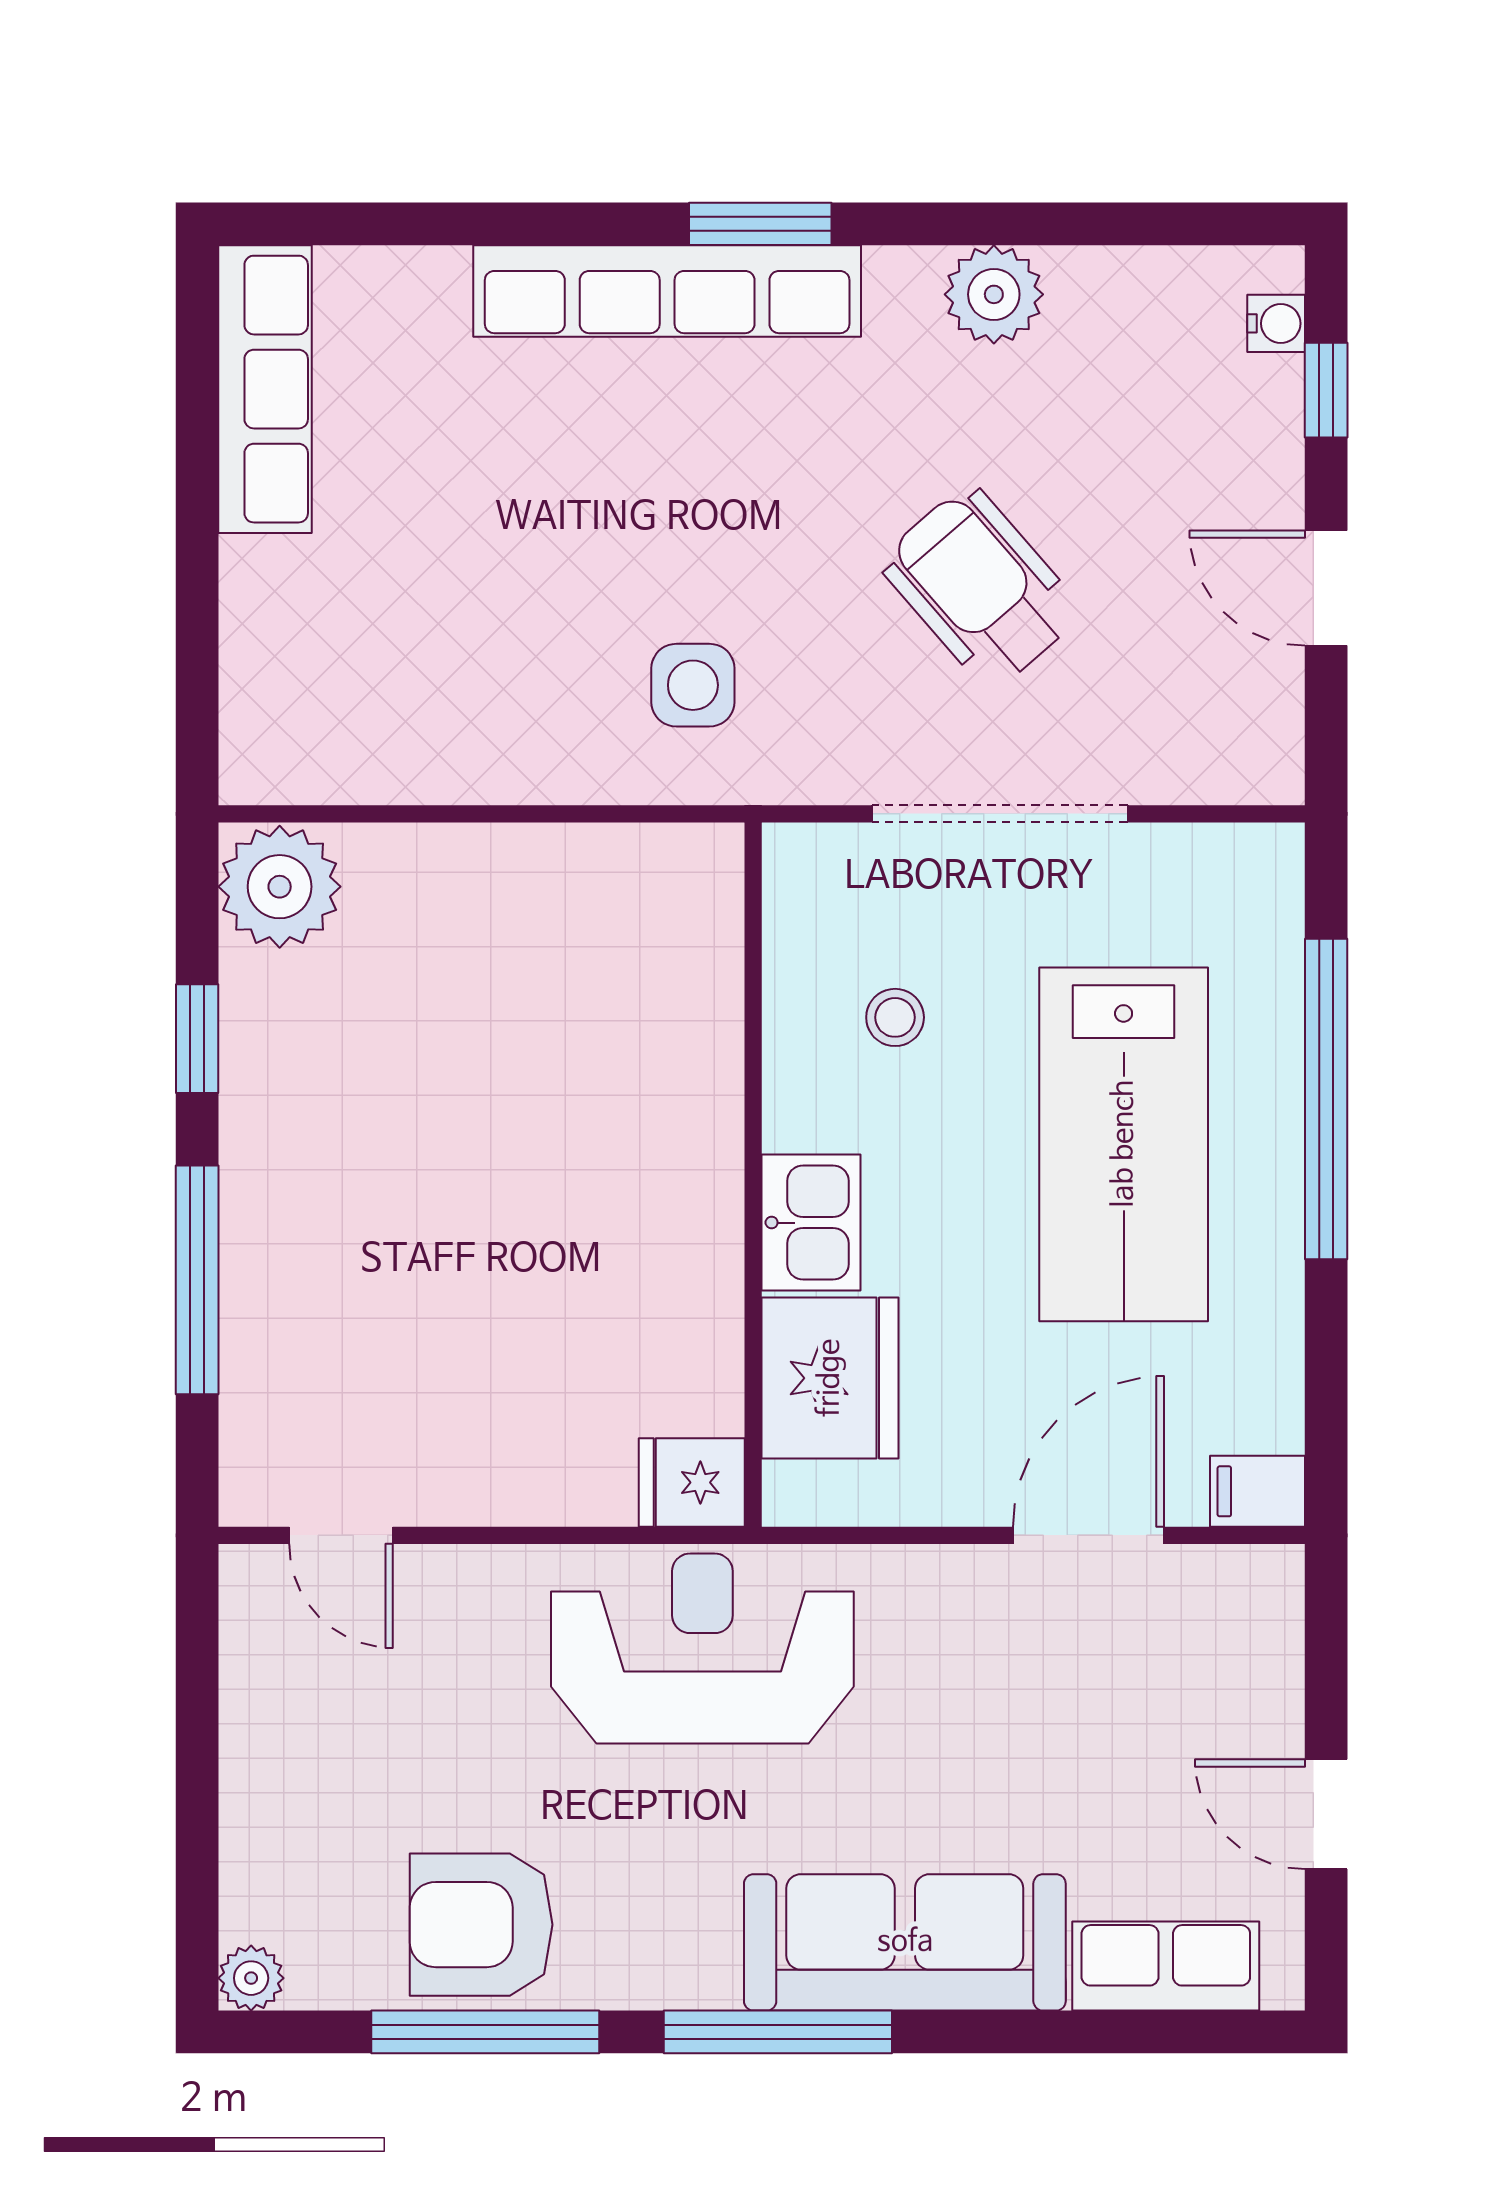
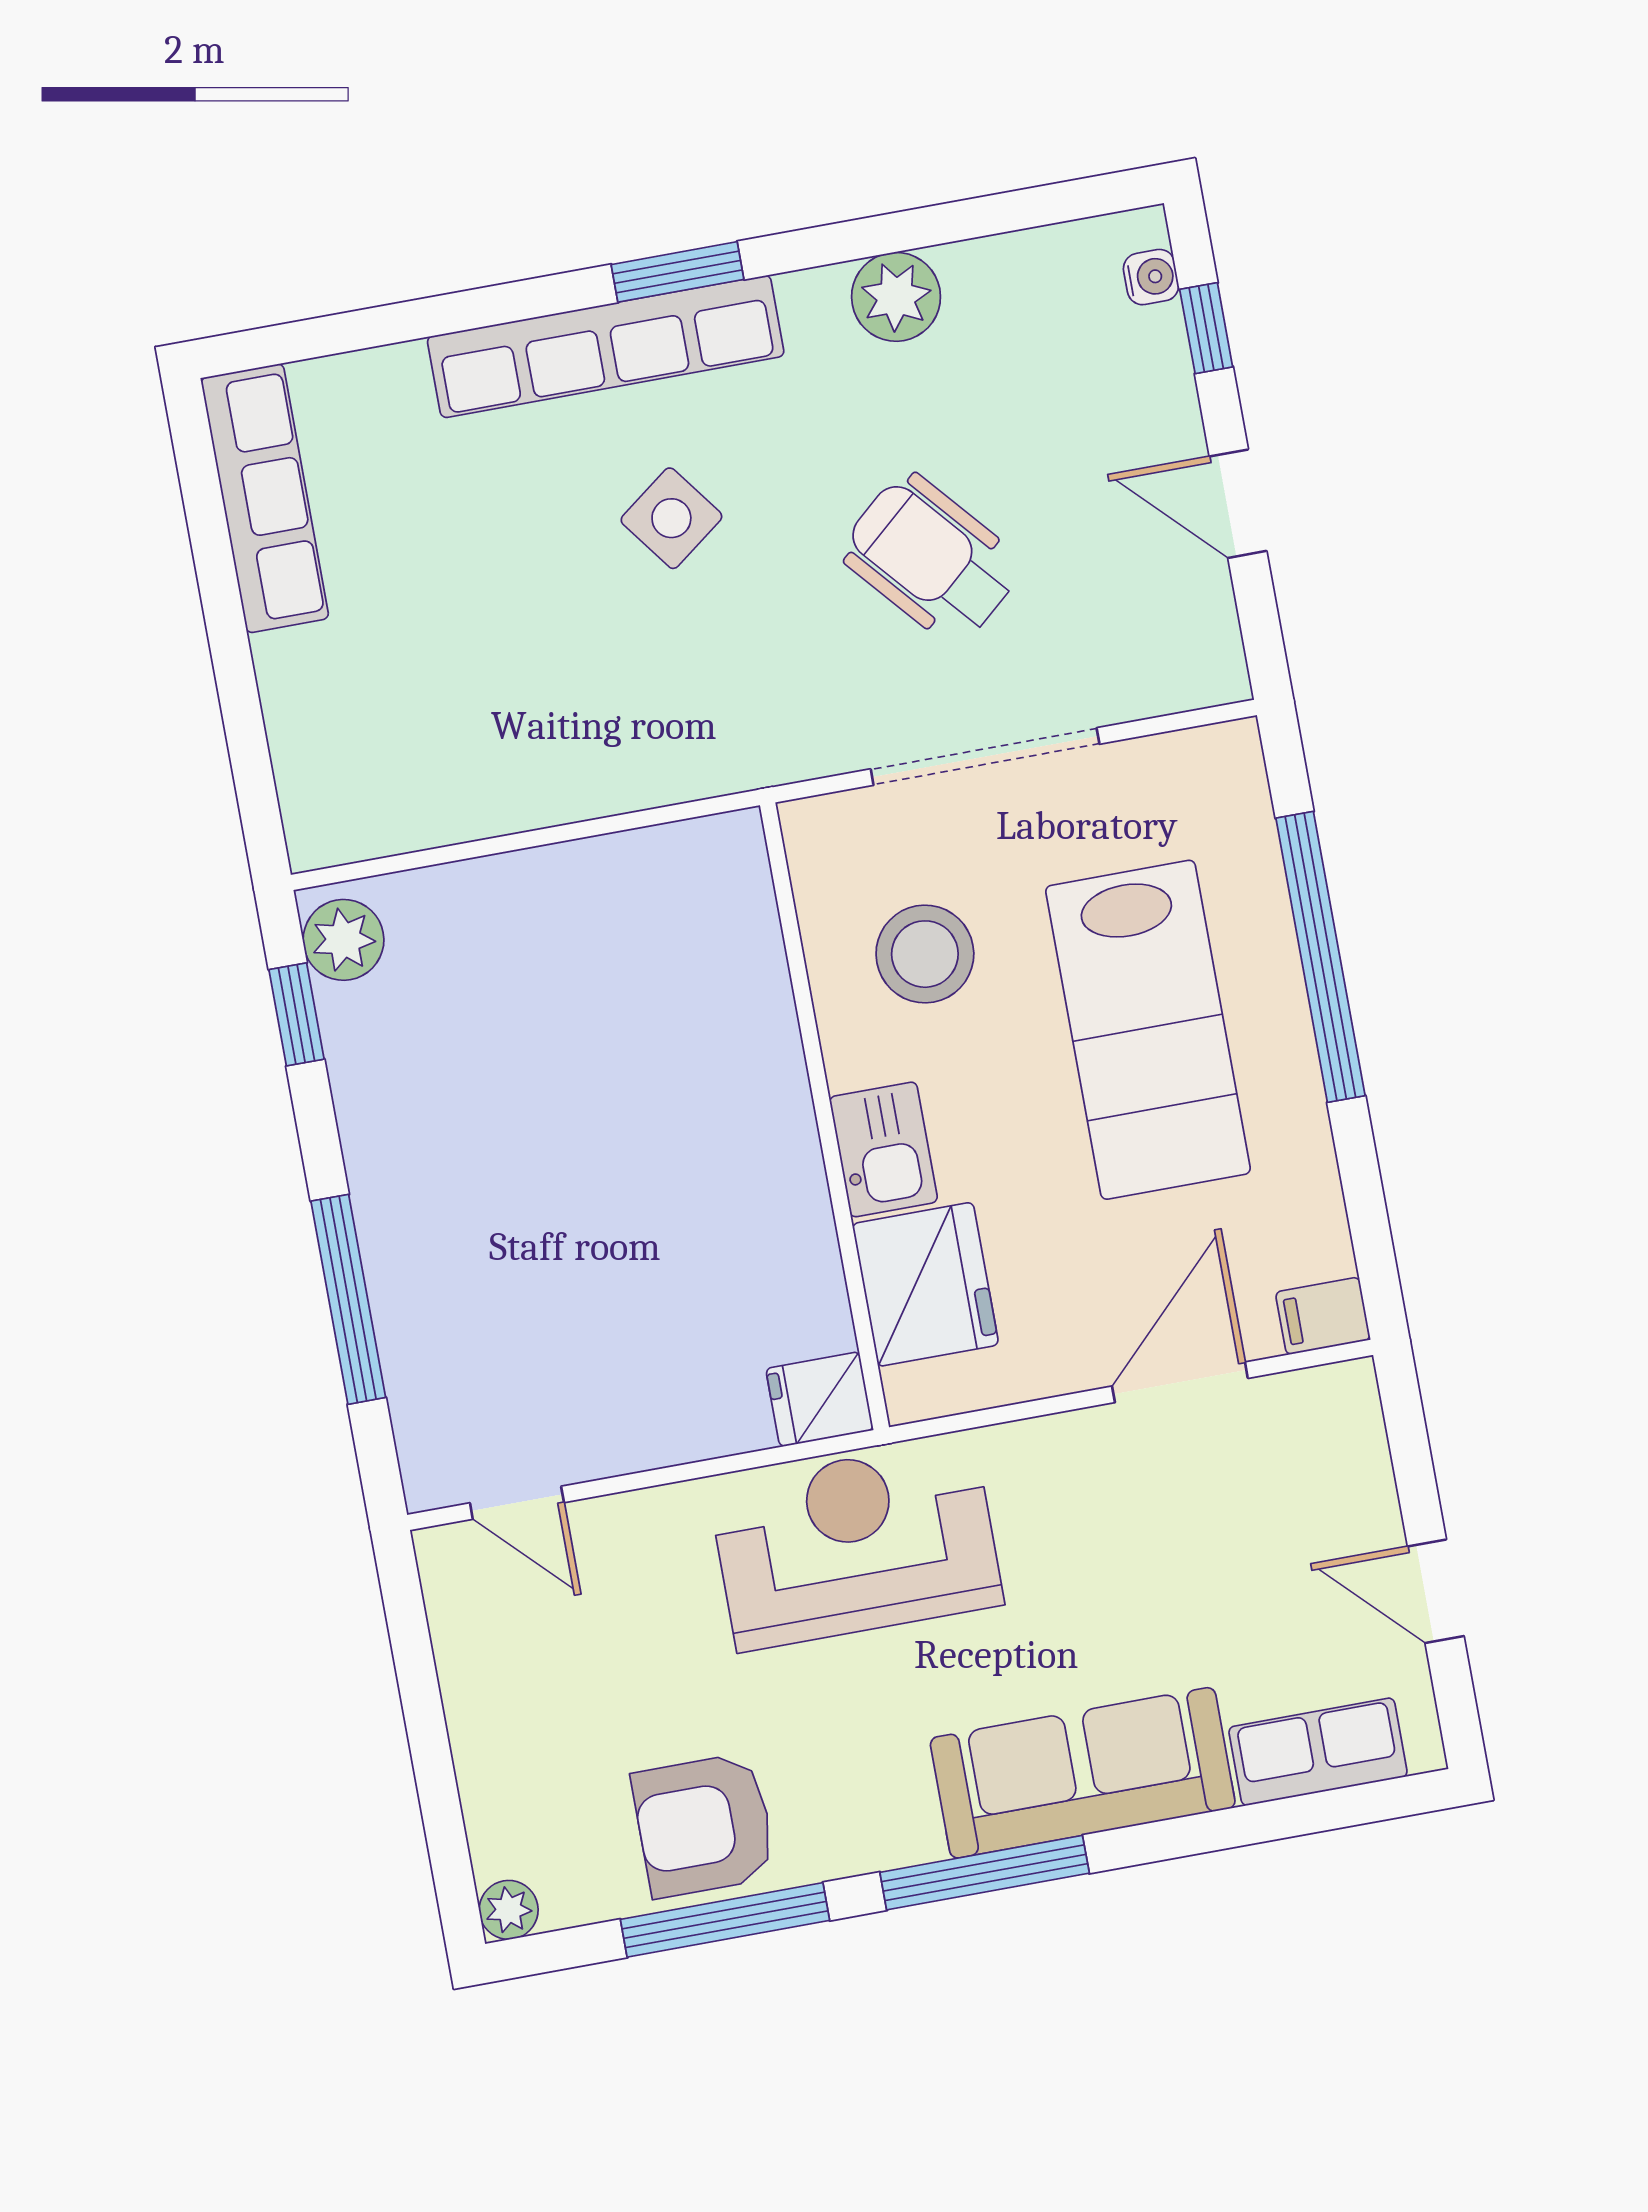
side table: (693, 685) -> (671, 518), moved, turned -37
plant: (280, 887) -> (343, 940), width x0.73, depth x0.73
stool: (895, 1017) -> (925, 954), width x1.89, depth x1.89
window: (197, 1039) -> (296, 1014), moved

